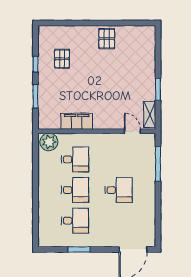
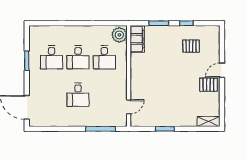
door: (90, 23) -> (222, 70), added
shelving: (150, 114) -> (208, 122), moved
filing cabinet: (77, 121) -> (137, 39), moved

